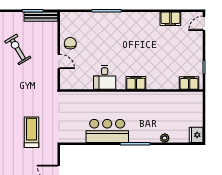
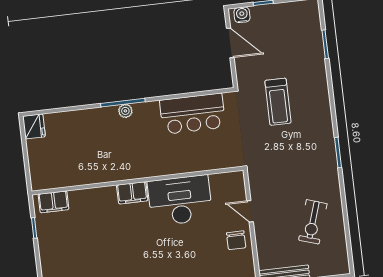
exercise bike: (18, 49) -> (313, 222), turned 49
desk: (105, 78) -> (180, 200), width x1.87, depth x1.30
bar counter: (107, 131) -> (193, 114), moved
plant: (165, 138) -> (125, 111), moved

